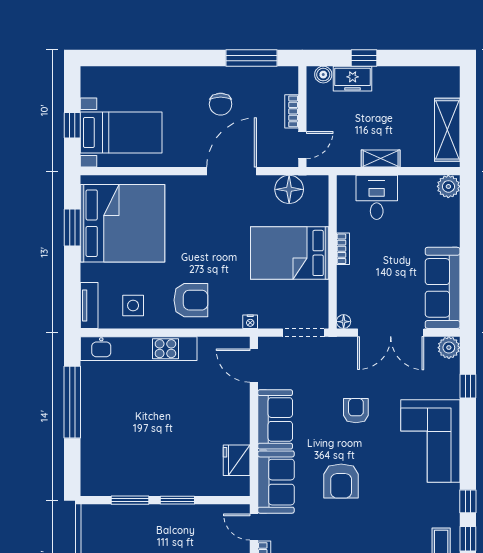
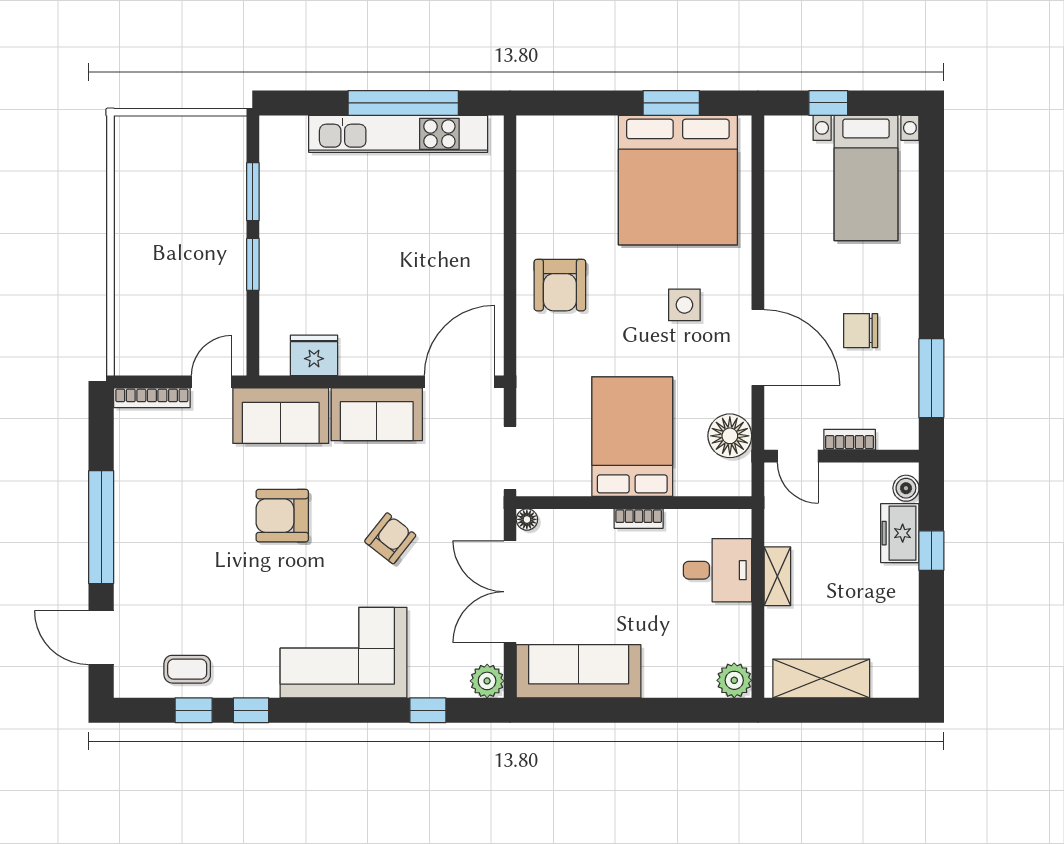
bed with nightstands: (121, 132) -> (866, 178), moved
side table: (133, 305) -> (684, 305), moved
tv unit: (89, 306) -> (552, 129), removed
nightstand: (250, 322) -> (527, 376), removed
kitchen unit: (139, 349) -> (398, 134), moved, turned -90
door: (254, 366) -> (459, 382), width x1.36
armchair: (356, 411) -> (390, 538), turned -52

